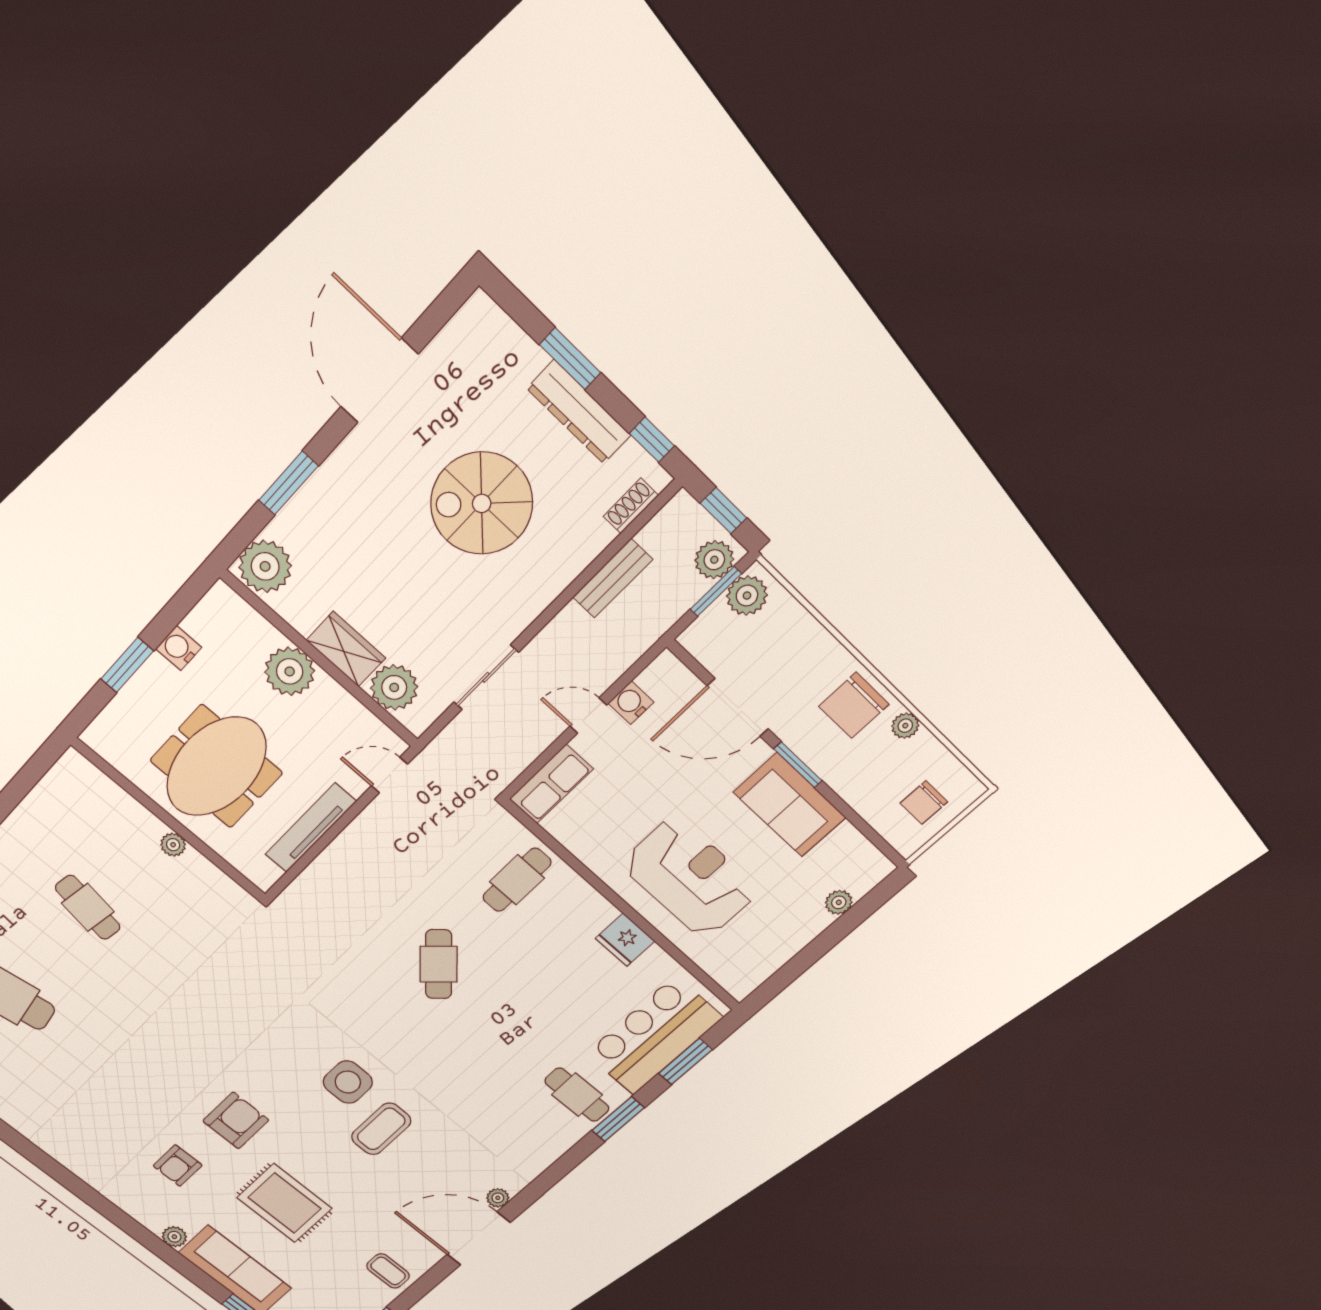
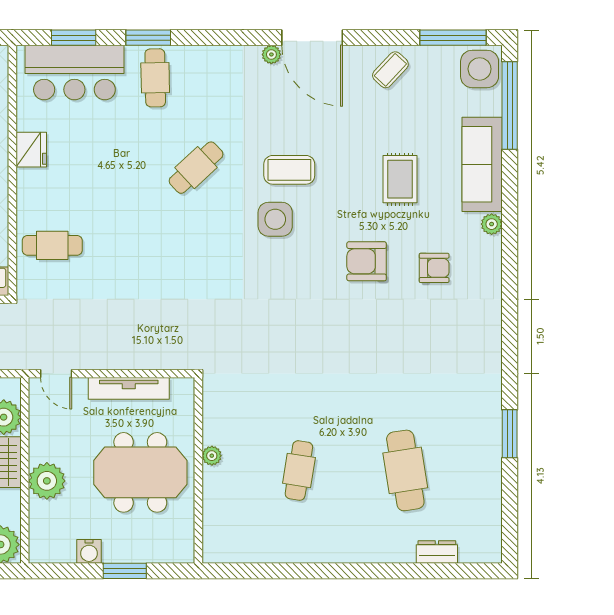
cafe table: (439, 964) -> (196, 168), moved
rug: (284, 1203) -> (400, 179), width x0.73, depth x0.70
coffee table: (388, 1271) -> (390, 70), turned 43

